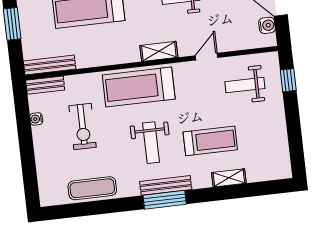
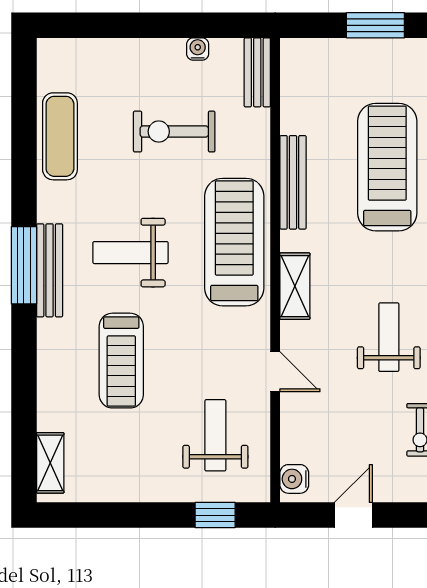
water cooler: (267, 25) -> (294, 479), moved, turned 90
bench: (50, 65) -> (293, 182), moved
shelving: (229, 178) -> (50, 463), moved

